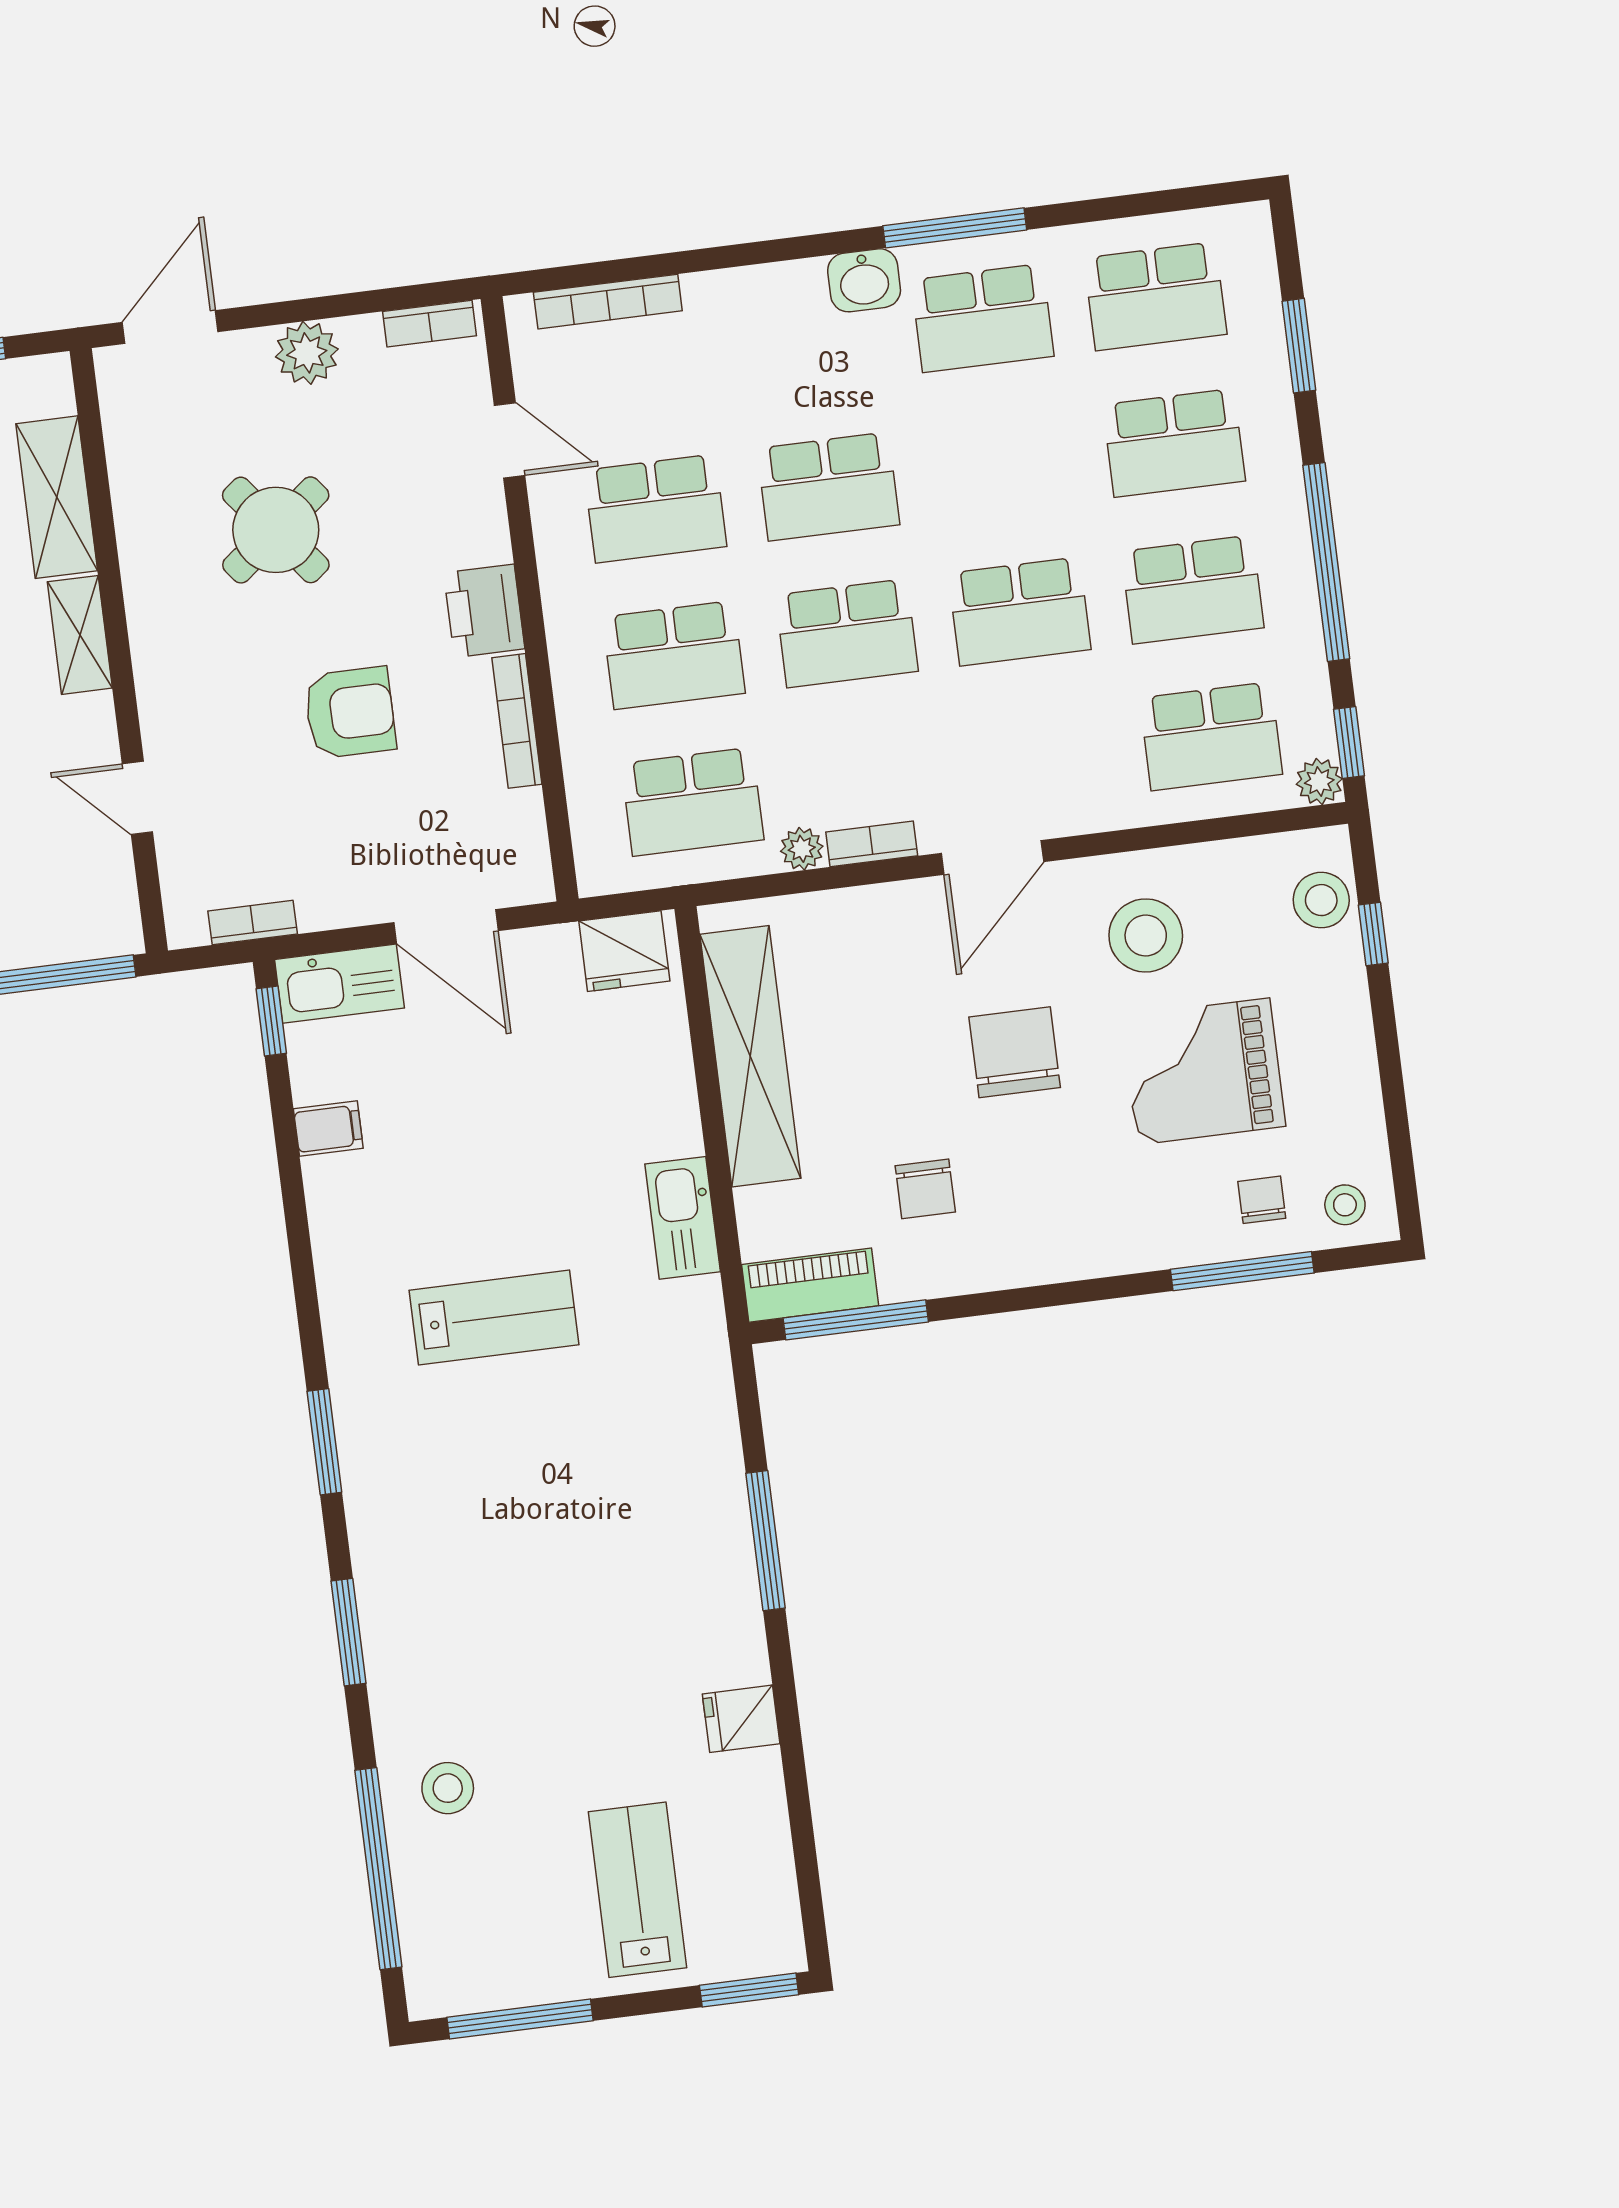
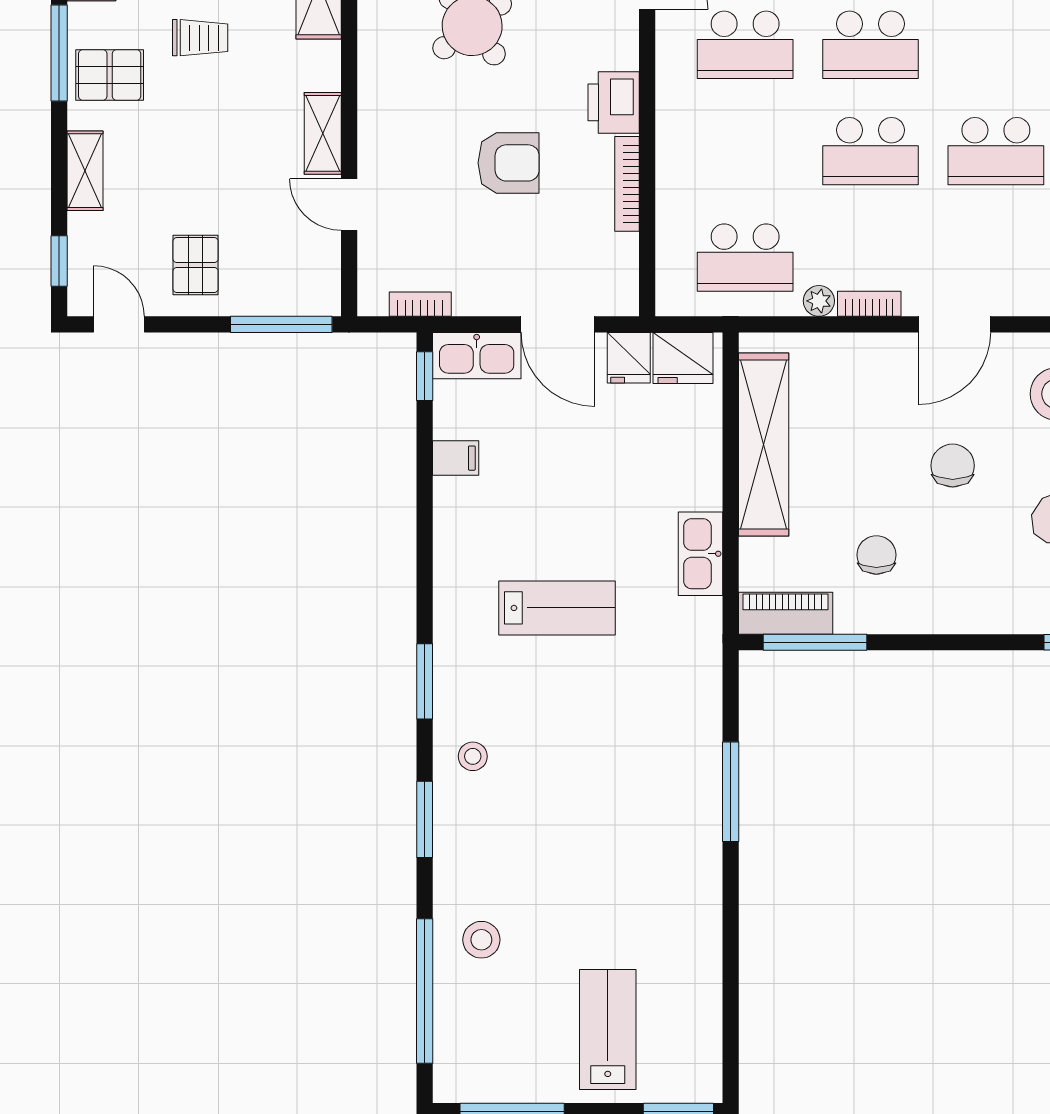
shelving: (80, 635) -> (323, 133), moved
school desk: (674, 655) -> (745, 151), removed
chair: (1015, 1052) -> (953, 466), width x0.73, depth x0.73
chair: (925, 1189) -> (876, 555), turned 180
stool: (404, 1537) -> (473, 756), added
fridge: (741, 1719) -> (629, 358), moved, turned -90

